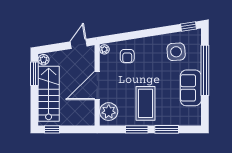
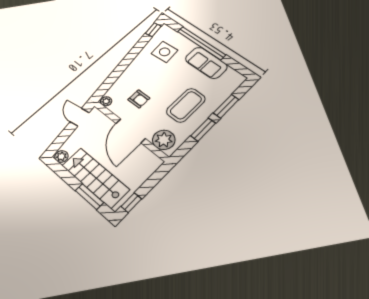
armchair: (127, 56) -> (139, 99), moved
window: (34, 74) -> (89, 196), moved
coffee table: (146, 103) -> (186, 105), turned 90

